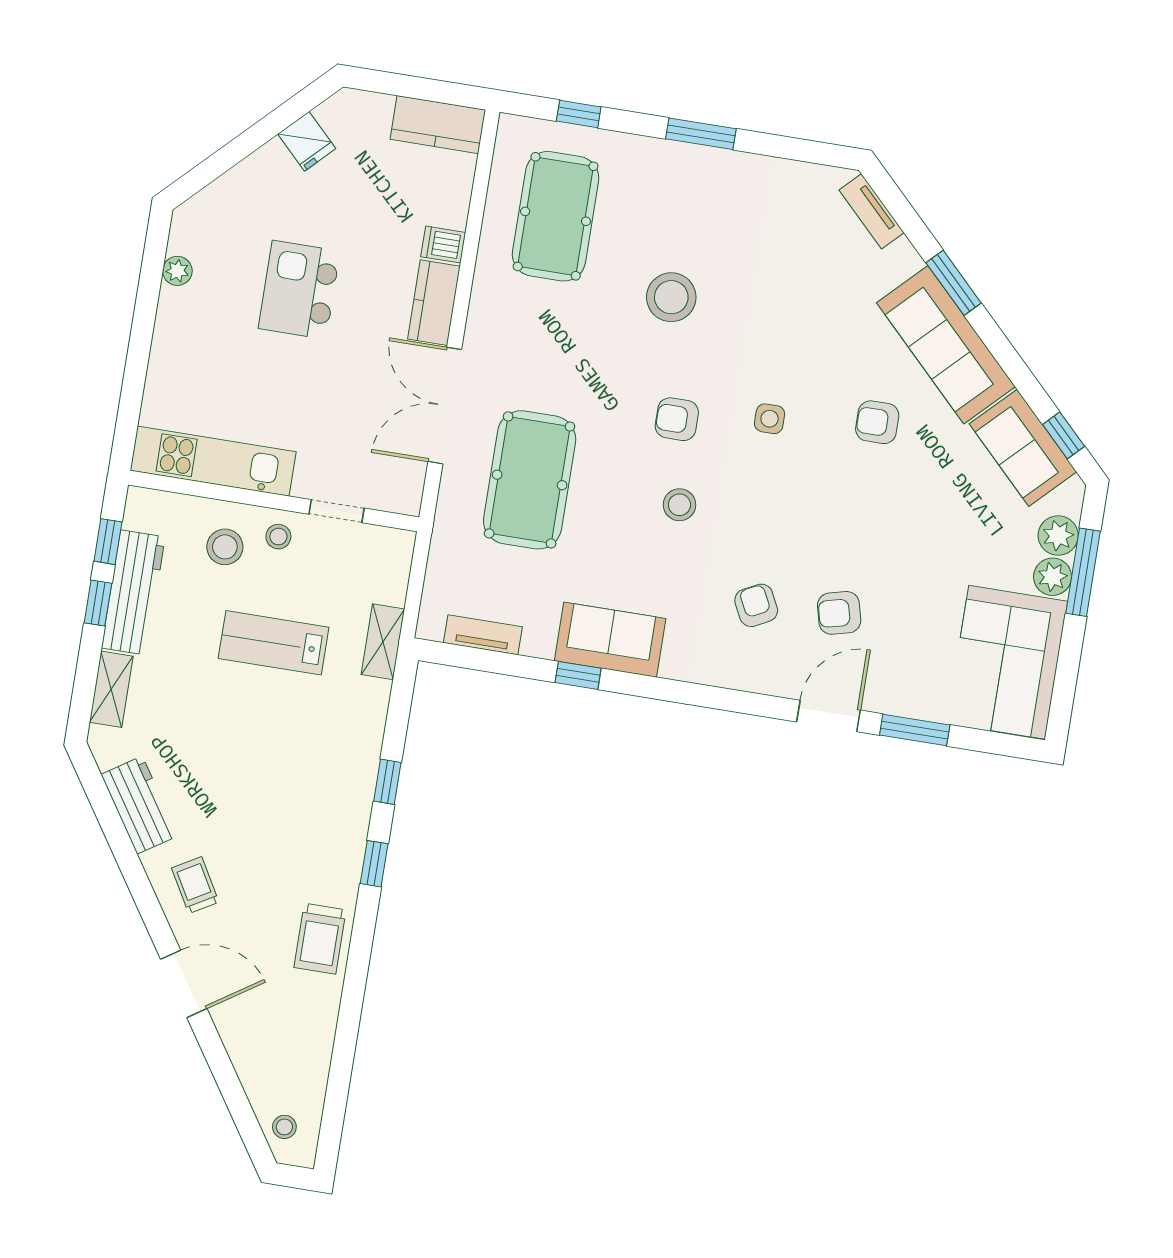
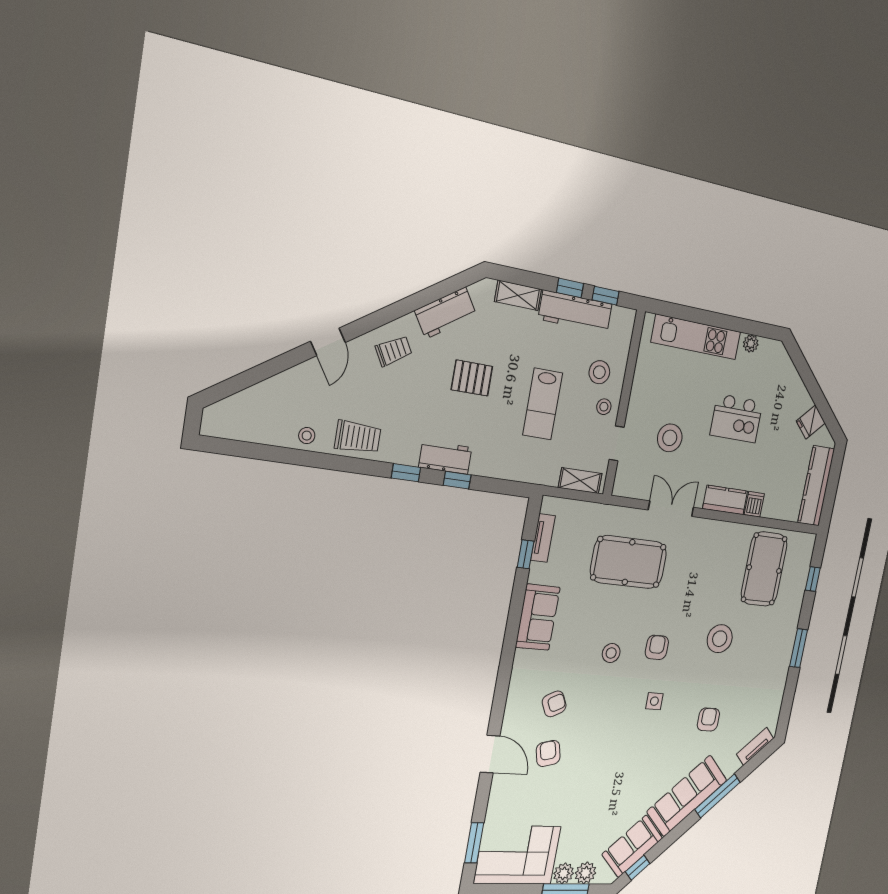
kitchen counter: (438, 125) -> (816, 486), width x1.50
pool table: (556, 216) -> (764, 569), turned 90
window: (954, 283) -> (717, 796), width x1.44
kitchen island: (299, 290) -> (736, 418), turned 180
double door: (445, 406) -> (671, 509), width x0.73
stool: (329, 414) -> (670, 438), added
armchair: (877, 422) -> (708, 720), moved
kitchen unit: (213, 461) -> (696, 337), moved, turned 90
shelving: (383, 642) -> (580, 481), moved
lab bench: (274, 643) -> (543, 404), turned 180
window: (578, 675) -> (526, 554), moved
window: (915, 730) -> (474, 843), moved
pallet: (234, 761) -> (472, 378), added
workbench: (353, 801) -> (445, 457), added
trolley: (320, 939) -> (358, 437), turned 180
door: (184, 984) -> (328, 342), width x0.73
stool: (284, 1127) -> (307, 436), moved

